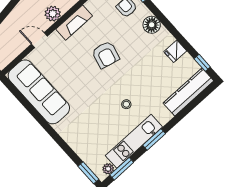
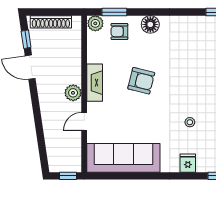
fridge: (175, 51) -> (188, 163), moved, turned 180
stool: (126, 104) -> (190, 122), moved

